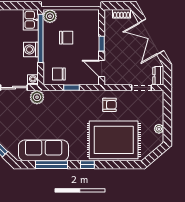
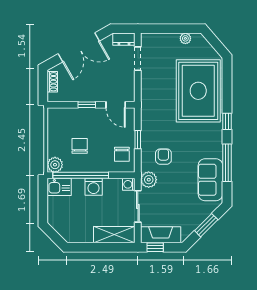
door: (102, 69) -> (116, 105), hinge flipped
armchair: (110, 105) -> (163, 157), moved
sofa: (44, 150) -> (210, 180), width x0.73

